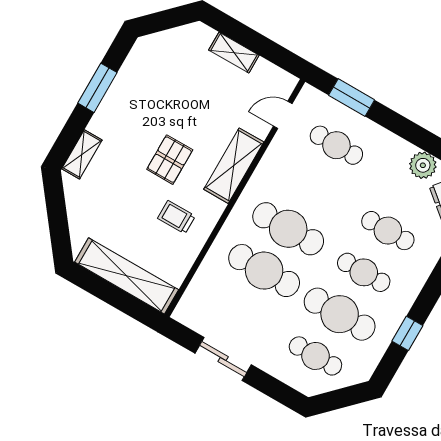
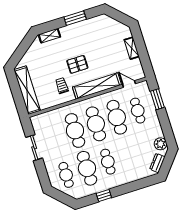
shelving: (234, 166) -> (97, 86), width x1.47
cafe table: (388, 231) -> (117, 117), moved, width x1.37, depth x1.35

